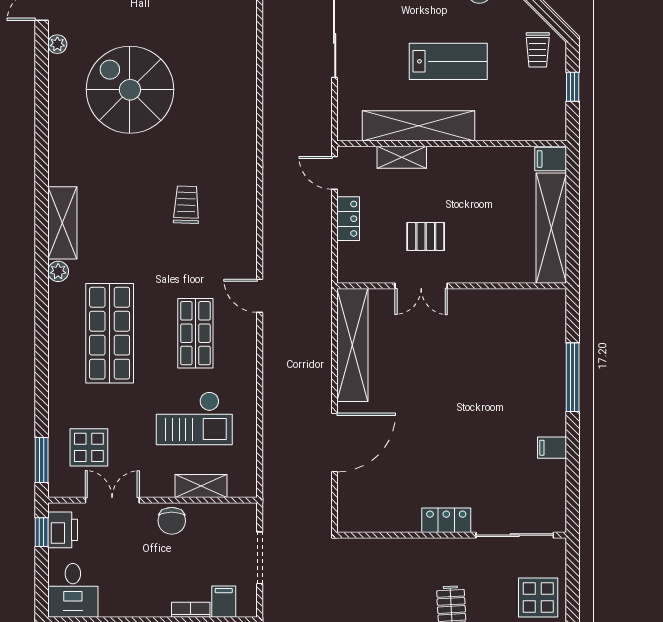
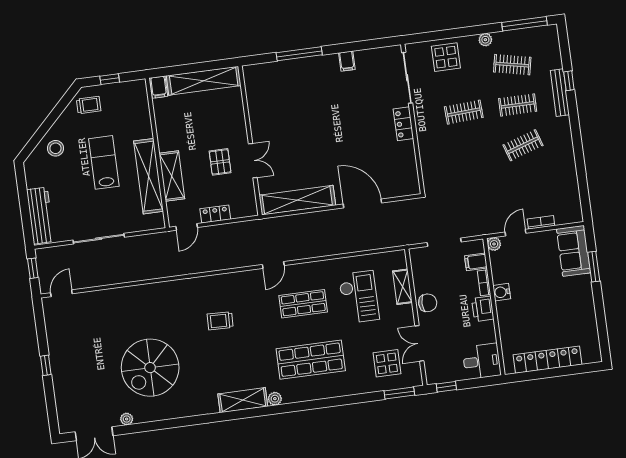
shelving: (402, 157) -> (172, 176), width x1.50, depth x1.33
printer: (63, 530) -> (483, 309), moved, turned -90

